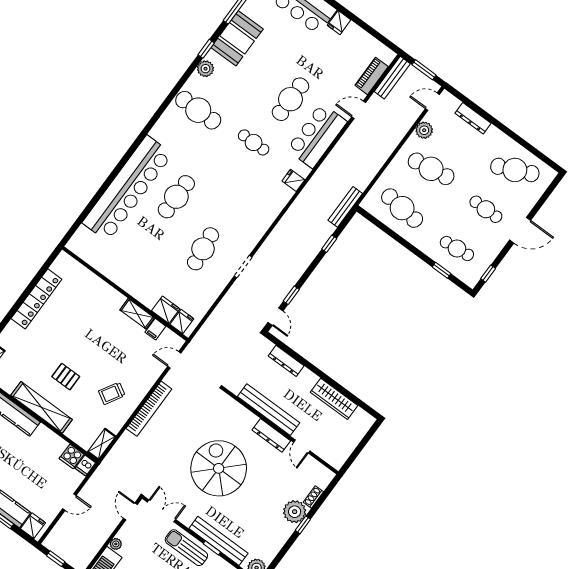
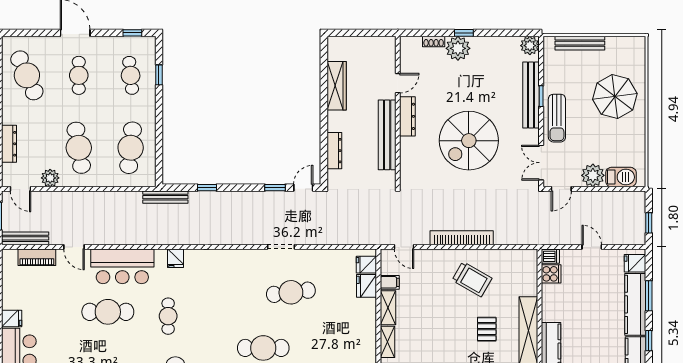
trolley: (112, 393) -> (472, 279), width x1.36, depth x1.39
shelving: (102, 444) -> (387, 342), moved, turned 90
plant: (116, 544) -> (593, 175), width x1.87, depth x1.87

